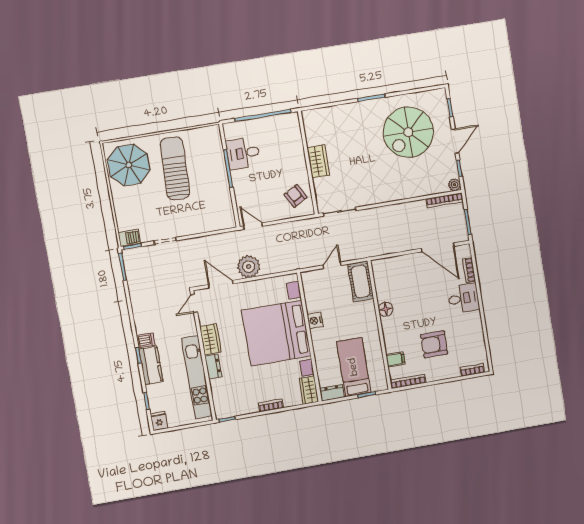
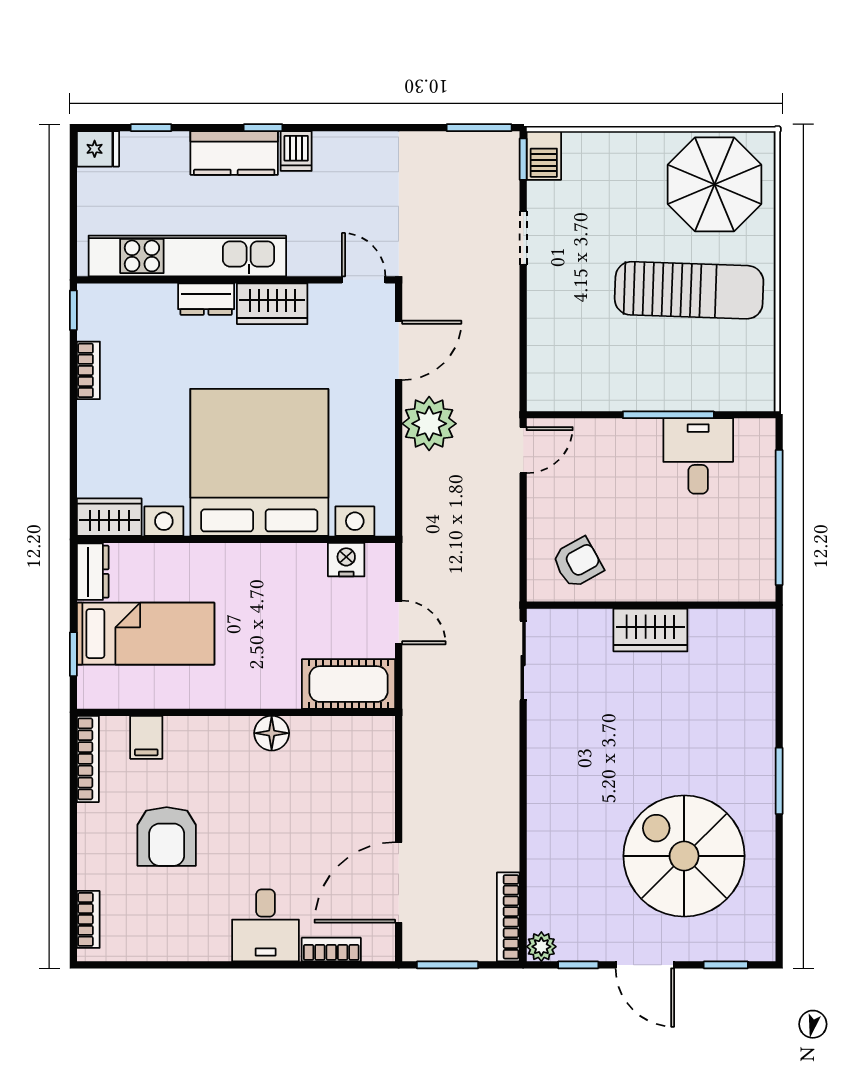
nightstand: (315, 320) -> (346, 560), moved
armchair: (434, 344) -> (167, 837), turned 180
bookcase: (271, 405) -> (88, 370), moved

